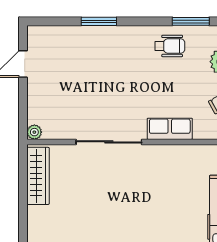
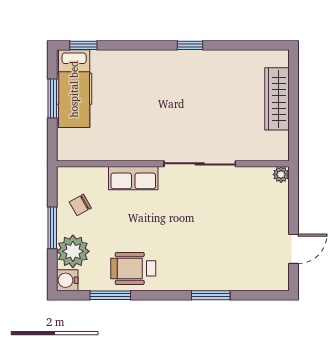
wheelchair: (170, 46) -> (133, 268), width x1.36, depth x1.37
wardrobe: (38, 176) -> (277, 99), moved

